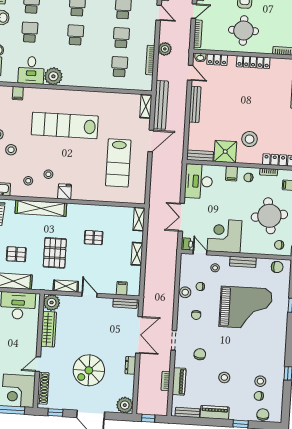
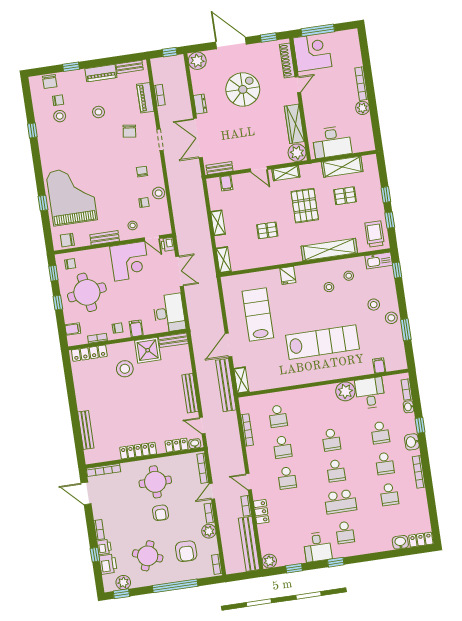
plant: (165, 49) -> (234, 445), removed
fridge: (65, 192) -> (288, 275), moved
grand piano: (246, 308) -> (72, 196), moved, turned 90

